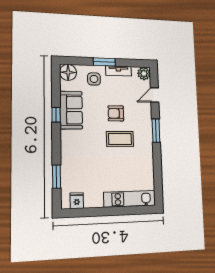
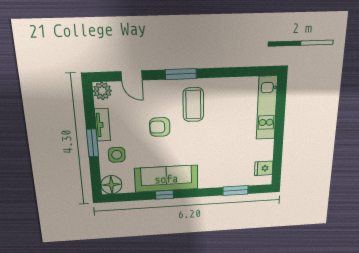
sofa: (71, 110) -> (166, 179), width x1.36
armchair: (116, 113) -> (160, 127), turned 90
coffee table: (120, 139) -> (193, 105), moved

